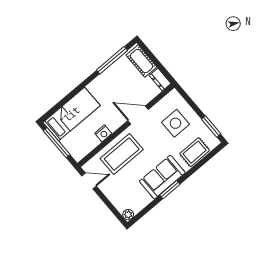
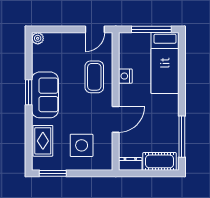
coffee table: (122, 154) -> (94, 77), width x0.73, depth x0.76

